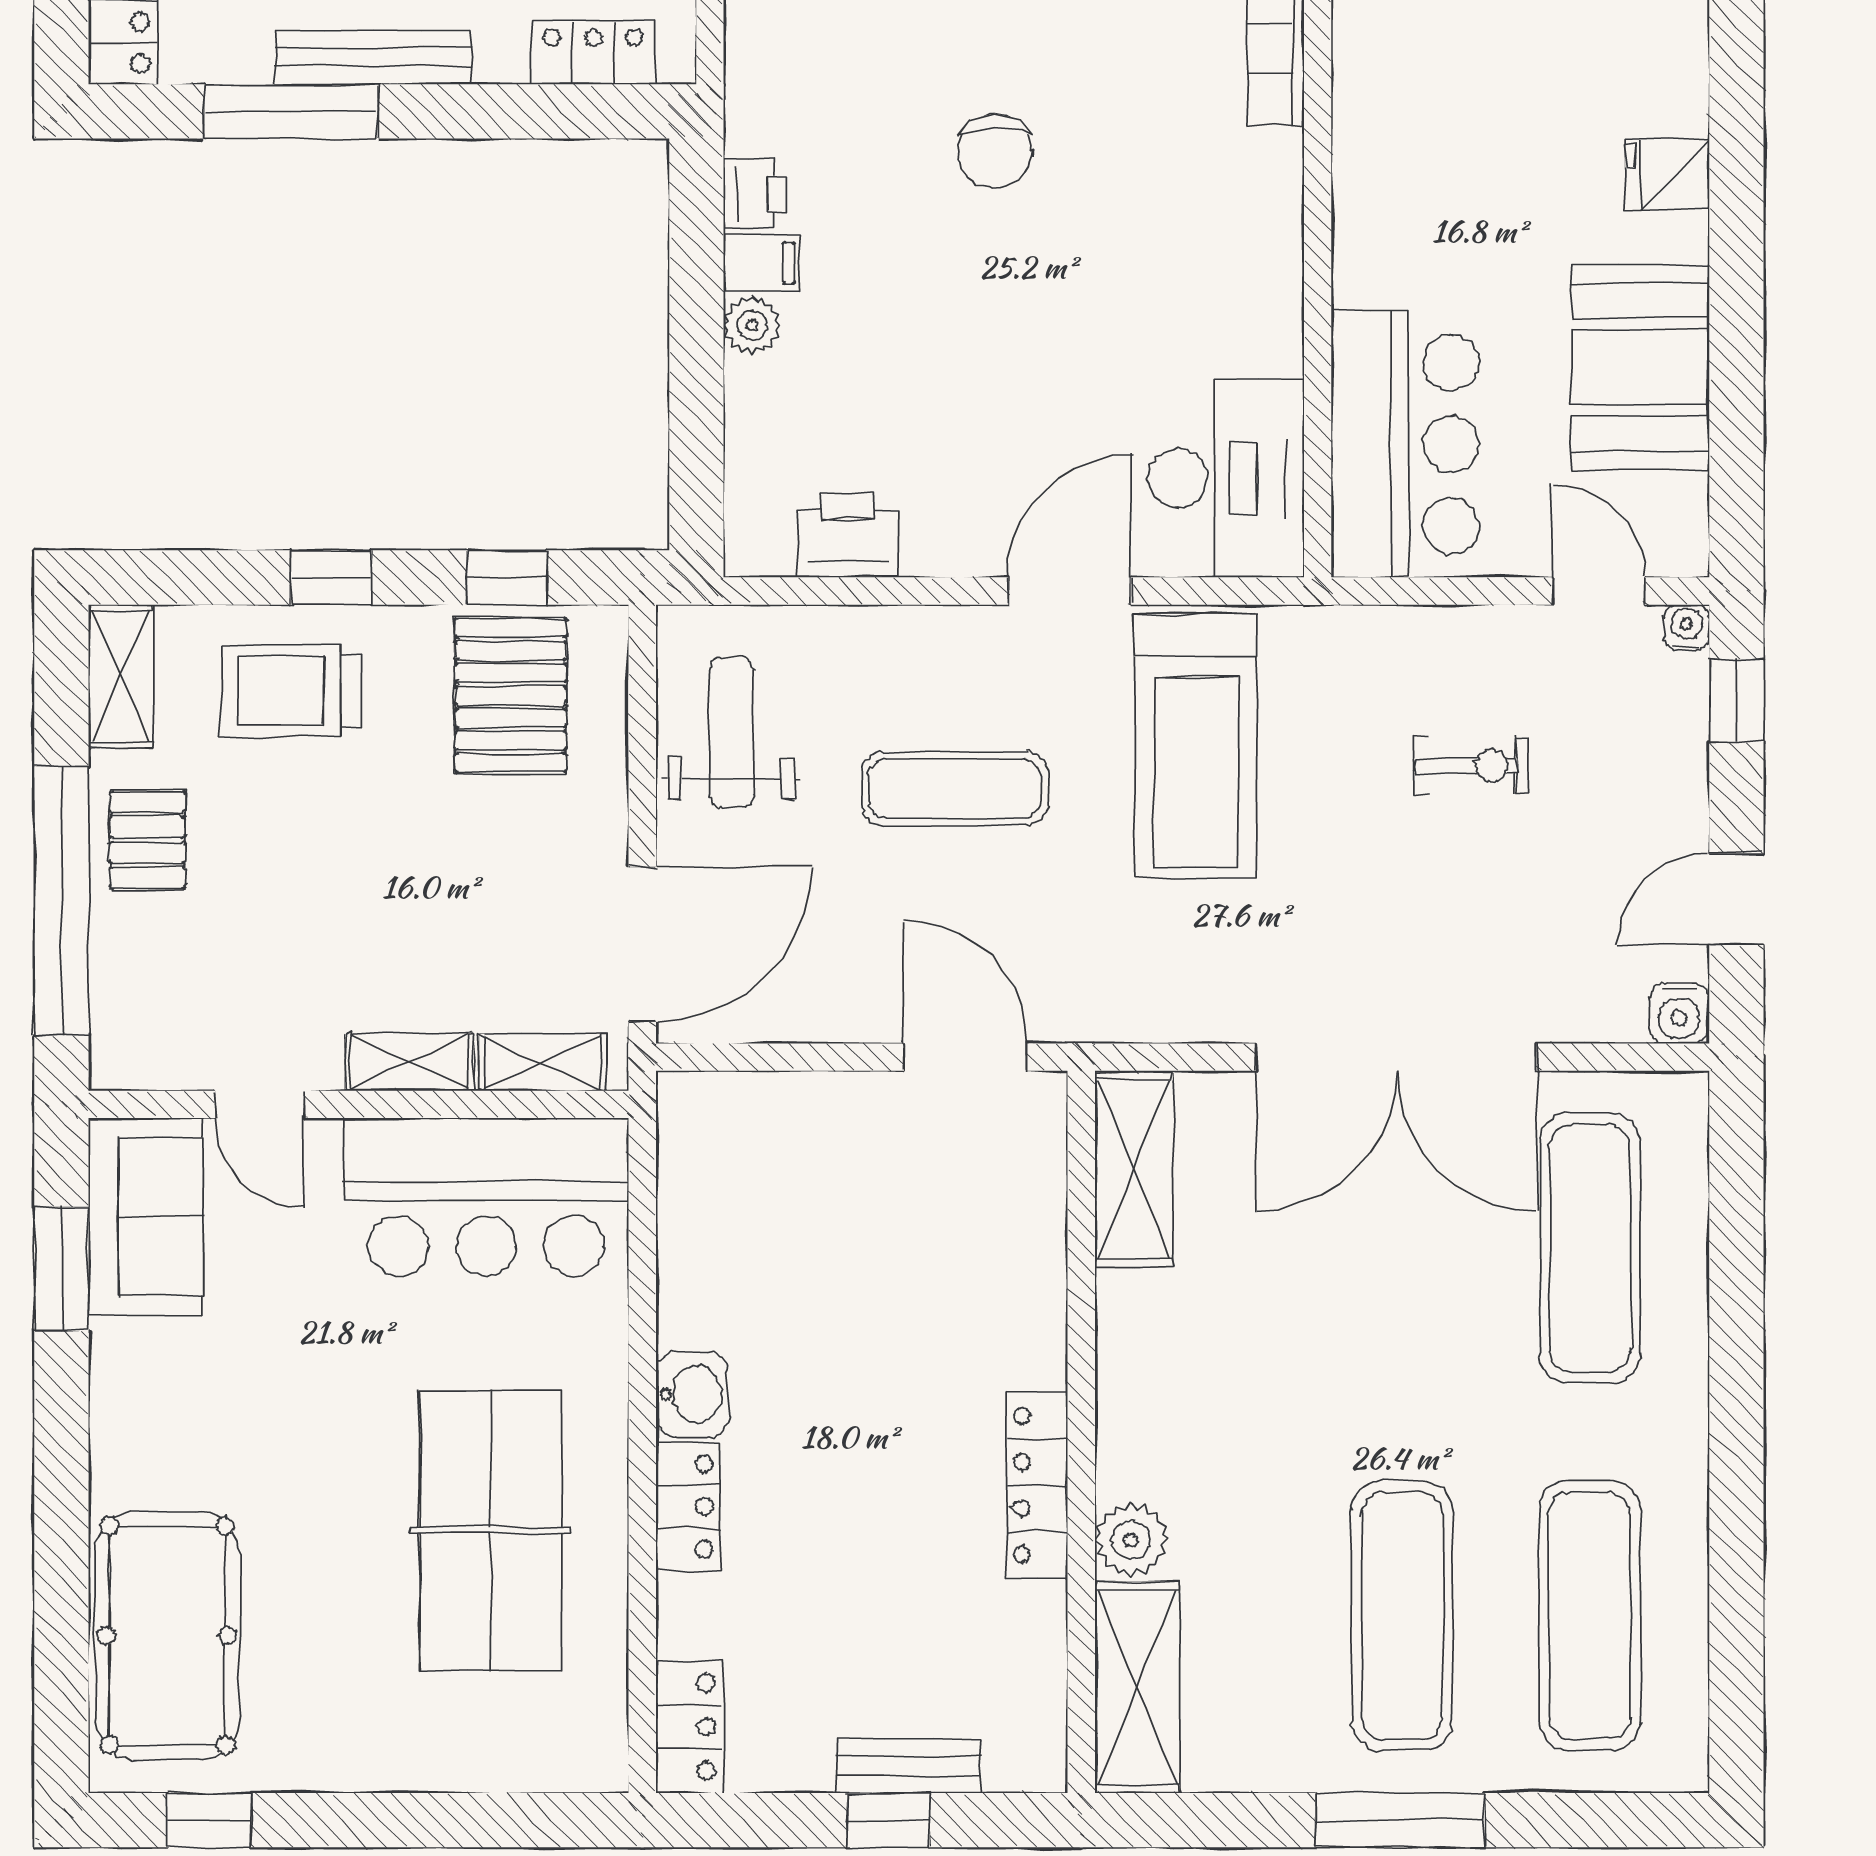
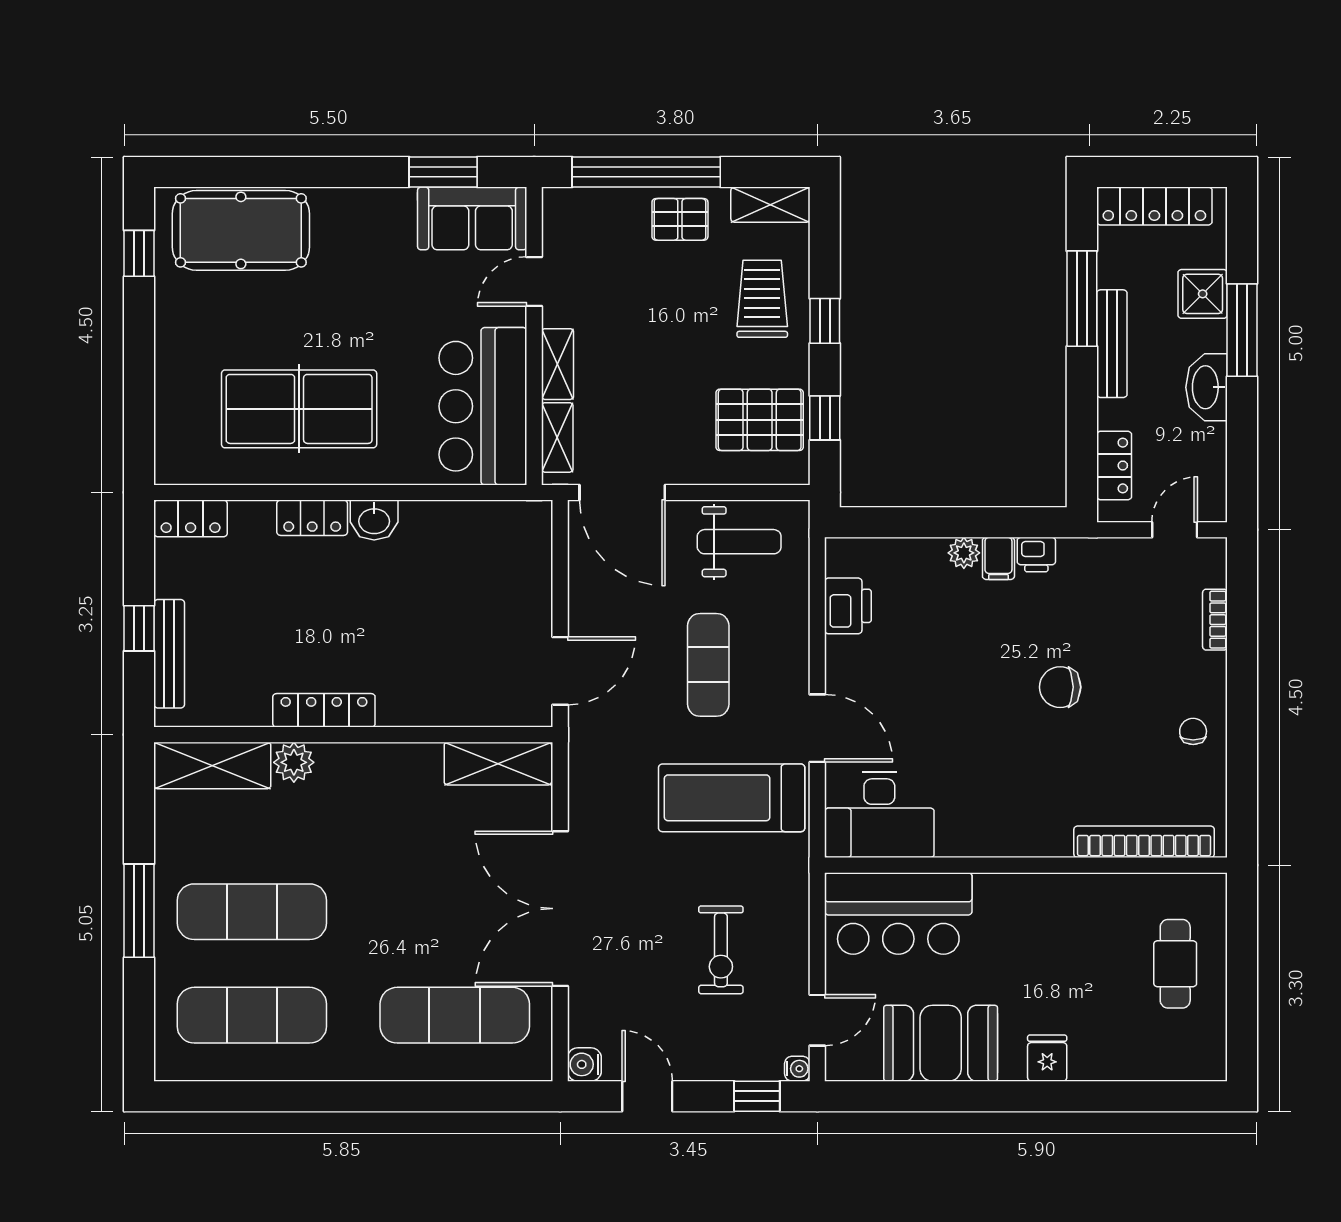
exercise bike: (1471, 766) -> (721, 950), width x1.38, depth x1.39
bench: (908, 1766) -> (169, 654), width x1.36

